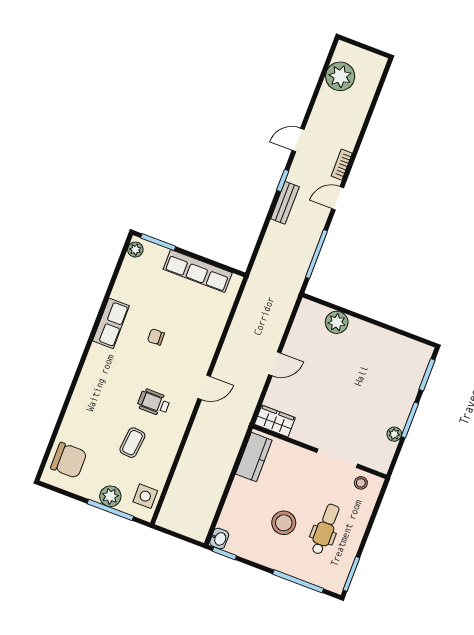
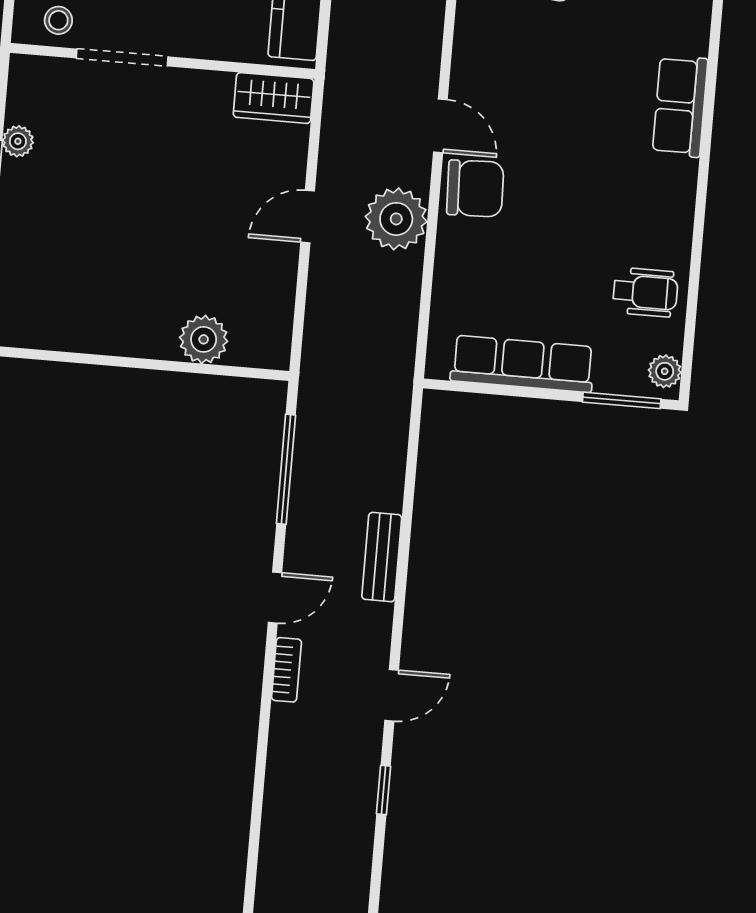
plant: (340, 76) -> (396, 219), moved
window: (283, 181) -> (384, 790), moved
row of seats: (111, 323) -> (680, 106), moved
chair: (156, 337) -> (475, 188), moved, width x1.87, depth x1.87
door: (204, 387) -> (440, 126), swing flipped
wheelchair: (154, 403) -> (645, 292), moved

